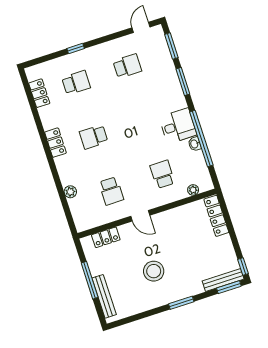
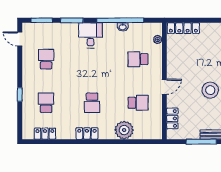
desk: (178, 126) -> (90, 35), moved
plant: (70, 192) -> (124, 130), width x1.87, depth x1.87

